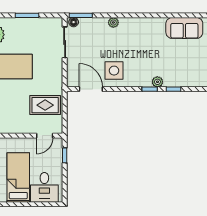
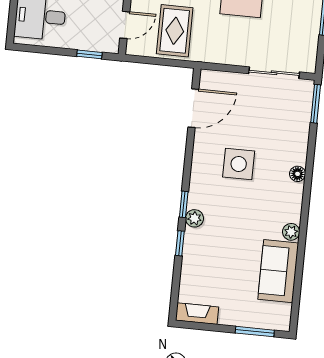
floor lamp: (74, 22) -> (298, 174), moved
plant: (113, 22) -> (291, 232), moved
side table: (114, 71) -> (239, 164), moved
door: (45, 136) -> (125, 25), swing flipped

